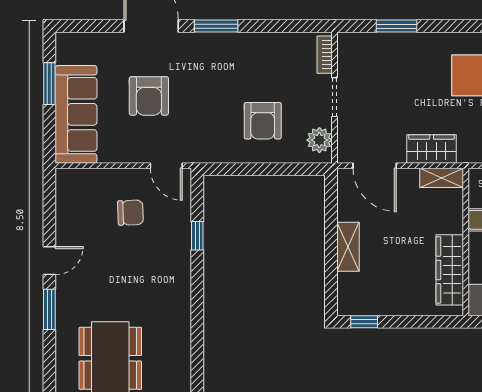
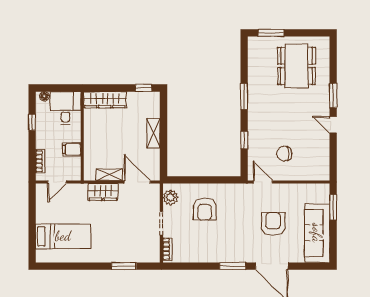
window: (49, 84) -> (333, 207), moved
sofa: (76, 114) -> (317, 233), moved
armchair: (263, 121) -> (205, 209), turned 180
shelving: (442, 178) -> (109, 175), moved
door: (49, 261) -> (333, 125), hinge flipped
wardrobe: (450, 270) -> (105, 100), moved, turned 90
window: (197, 308) -> (244, 96), added

